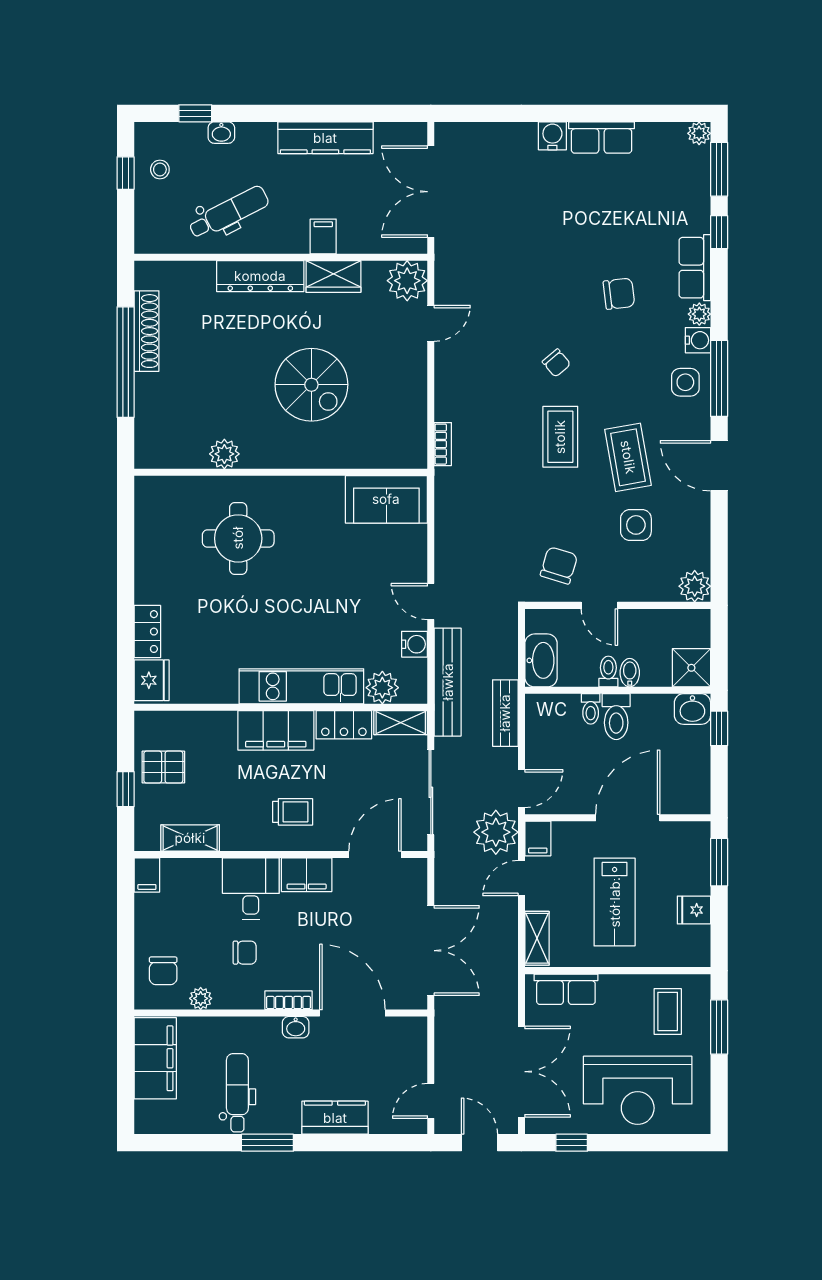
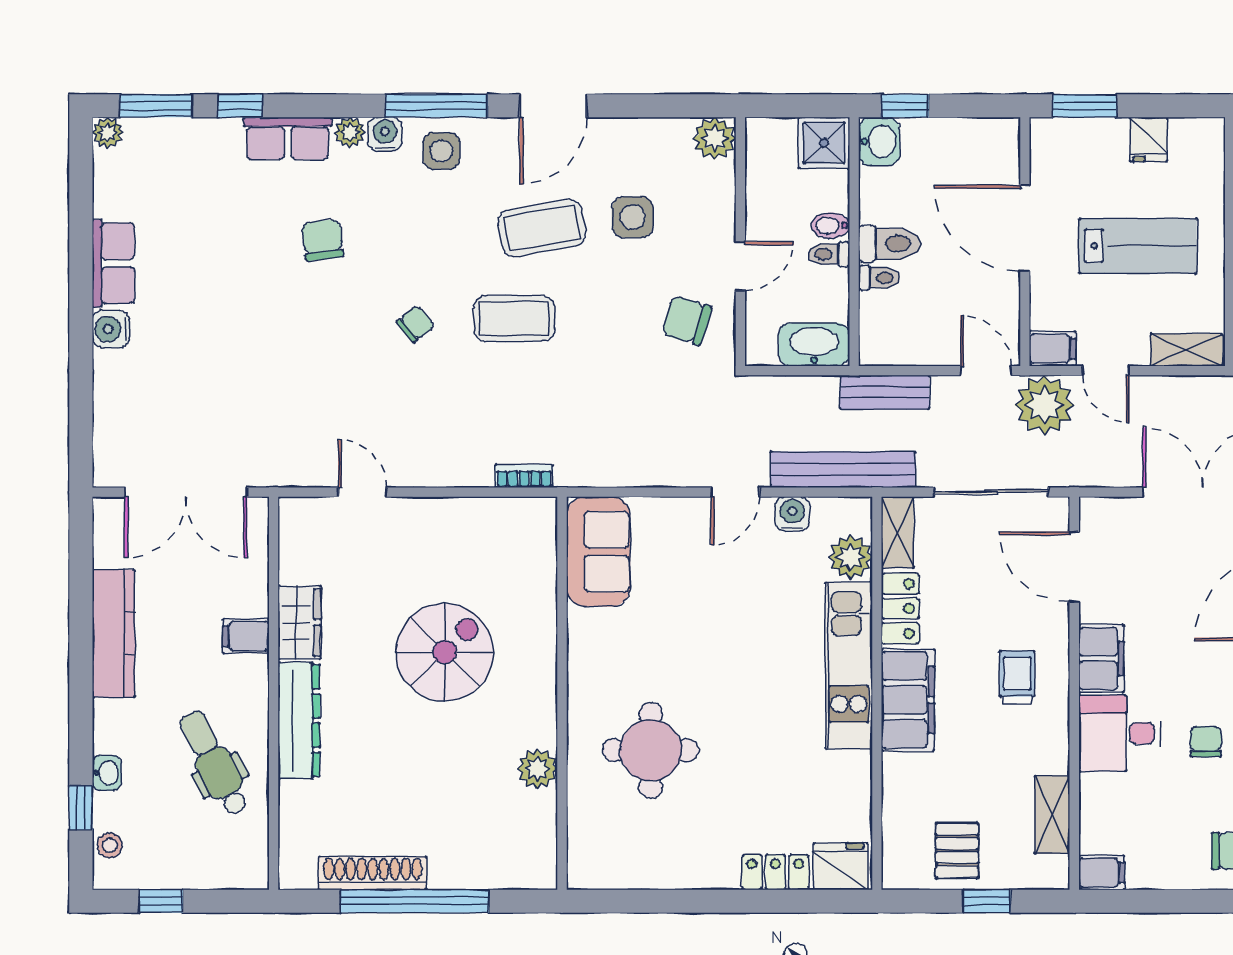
stool: (160, 169) -> (110, 845), moved
plant: (407, 281) -> (305, 524), removed

